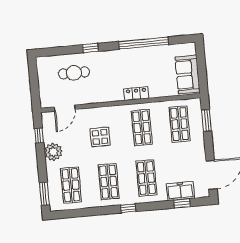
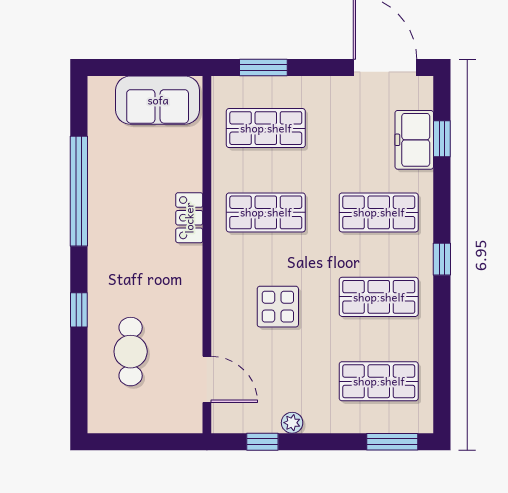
plant: (53, 152) -> (292, 423), width x0.53, depth x0.53

